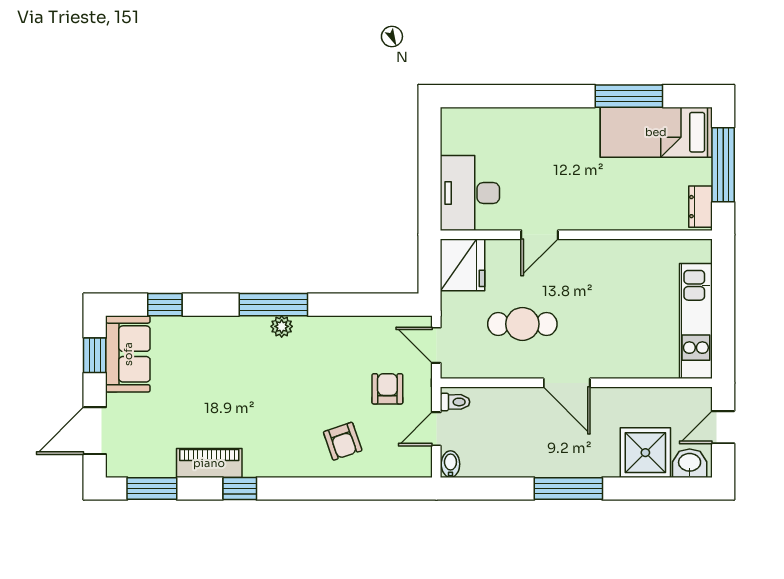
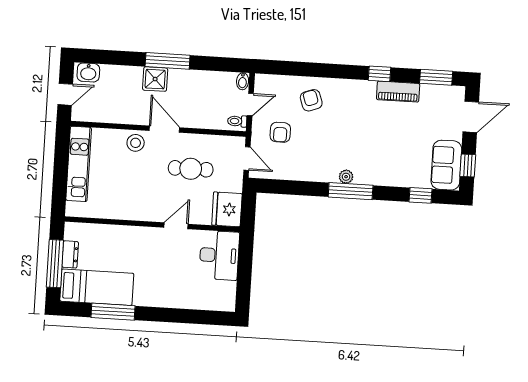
dresser: (700, 207) -> (70, 254), moved
stool: (610, 359) -> (136, 143), added
shower: (645, 453) -> (155, 79), moved, width x0.73, depth x0.73

